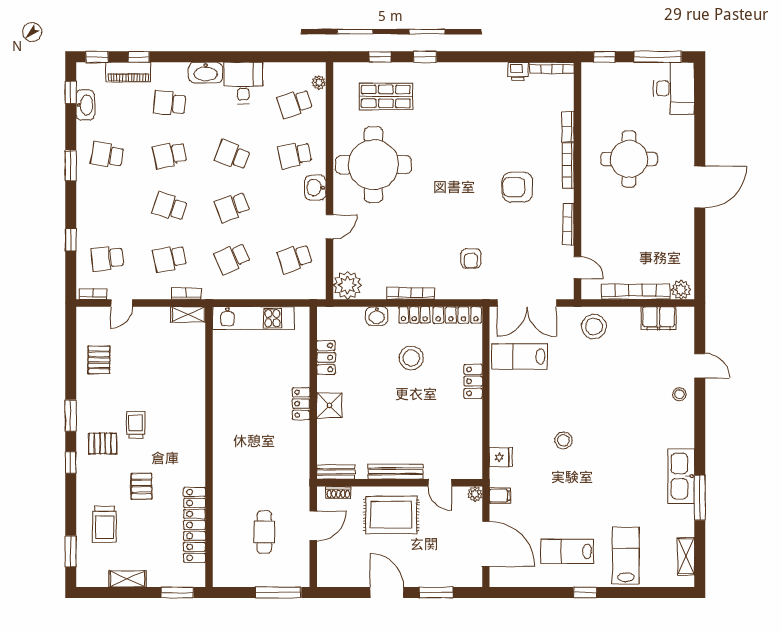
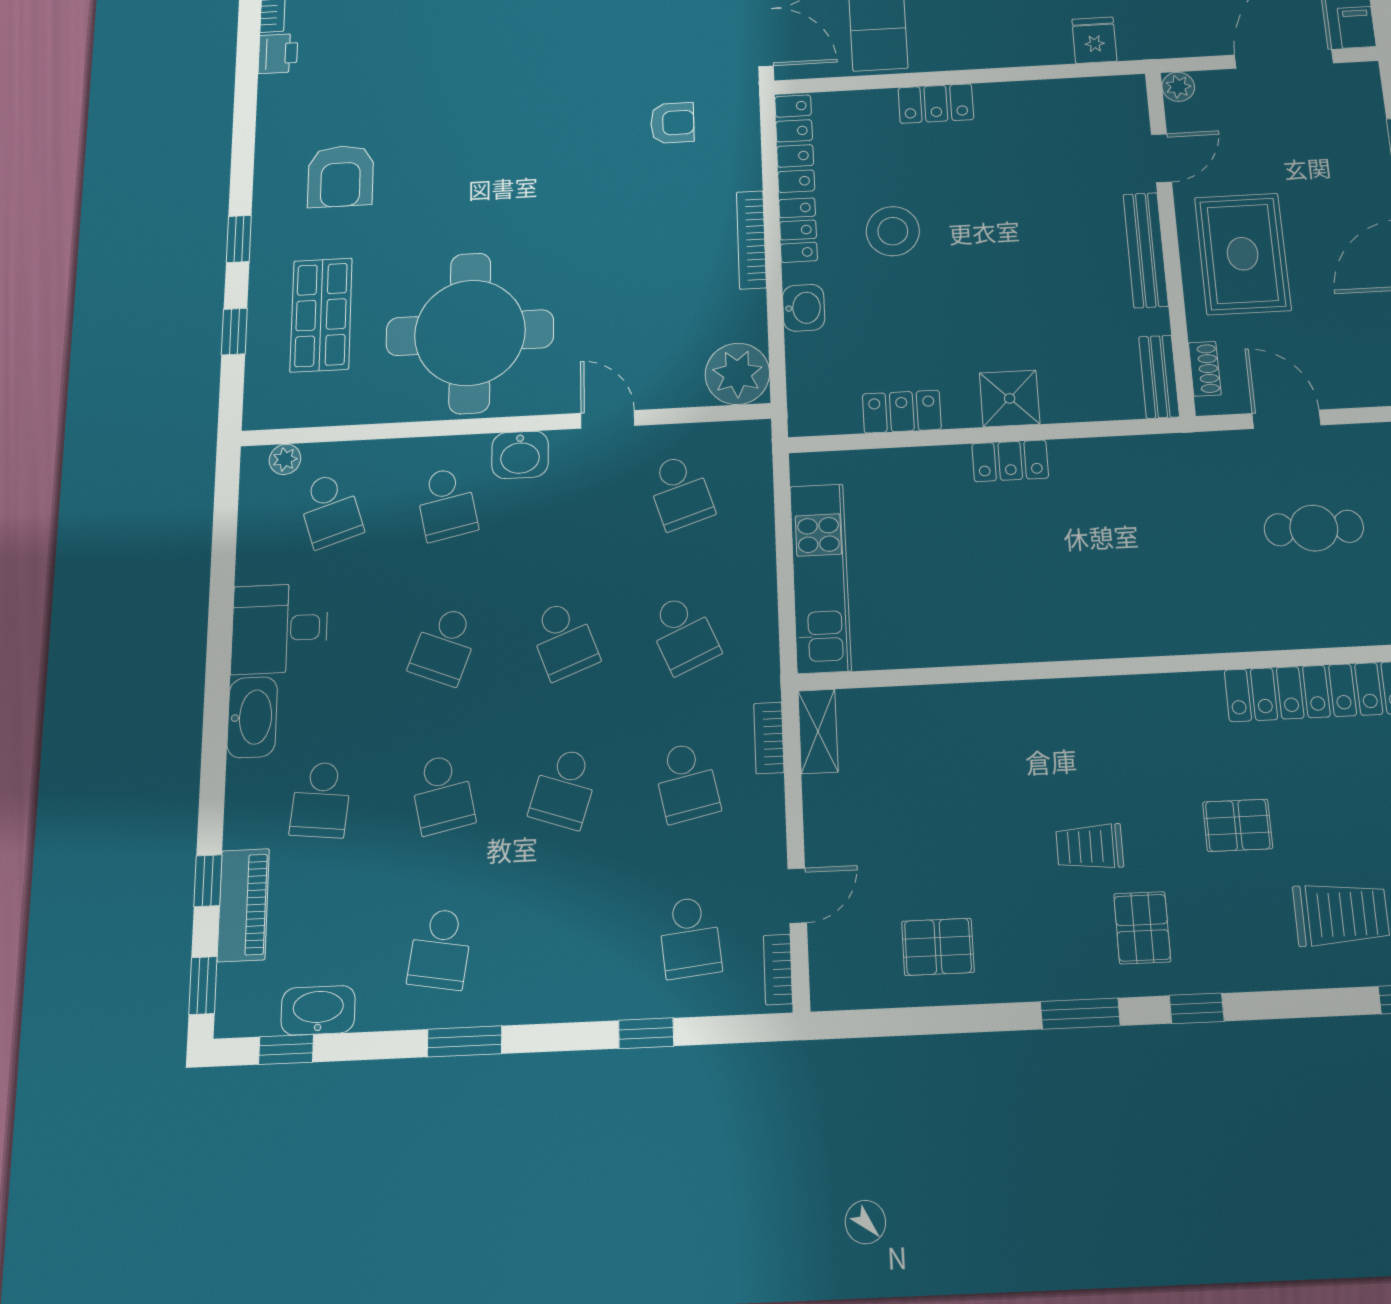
armchair: (517, 187) -> (341, 176), moved
door: (122, 303) -> (797, 896), hinge flipped
filing cabinet: (500, 496) -> (1357, 27), moved

